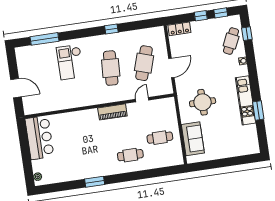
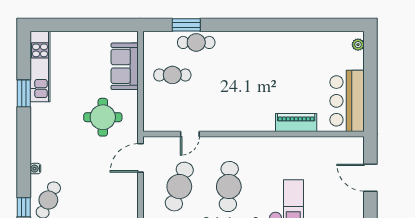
door: (171, 68) -> (141, 158), moved
kitchen unit: (246, 100) -> (40, 67), moved
piano: (112, 112) -> (296, 122), moved
cafe table: (130, 155) -> (196, 42), moved
window: (95, 182) -> (186, 25), moved

